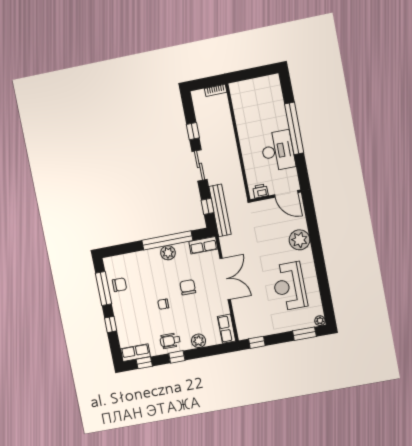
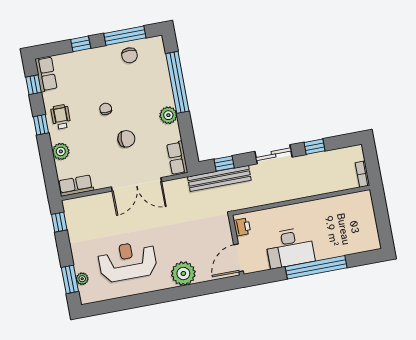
window: (167, 240) -> (177, 82), moved
plant: (320, 321) -> (82, 279), moved

